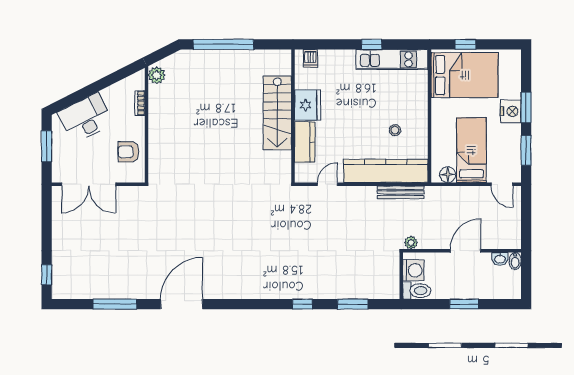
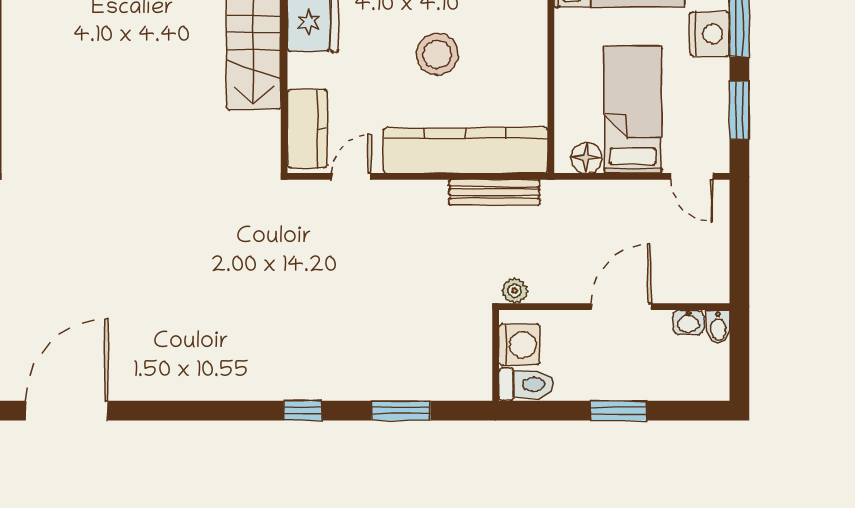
stool: (395, 130) -> (437, 54), moved, width x1.89, depth x1.89
kitchen counter: (305, 142) -> (307, 129), moved

